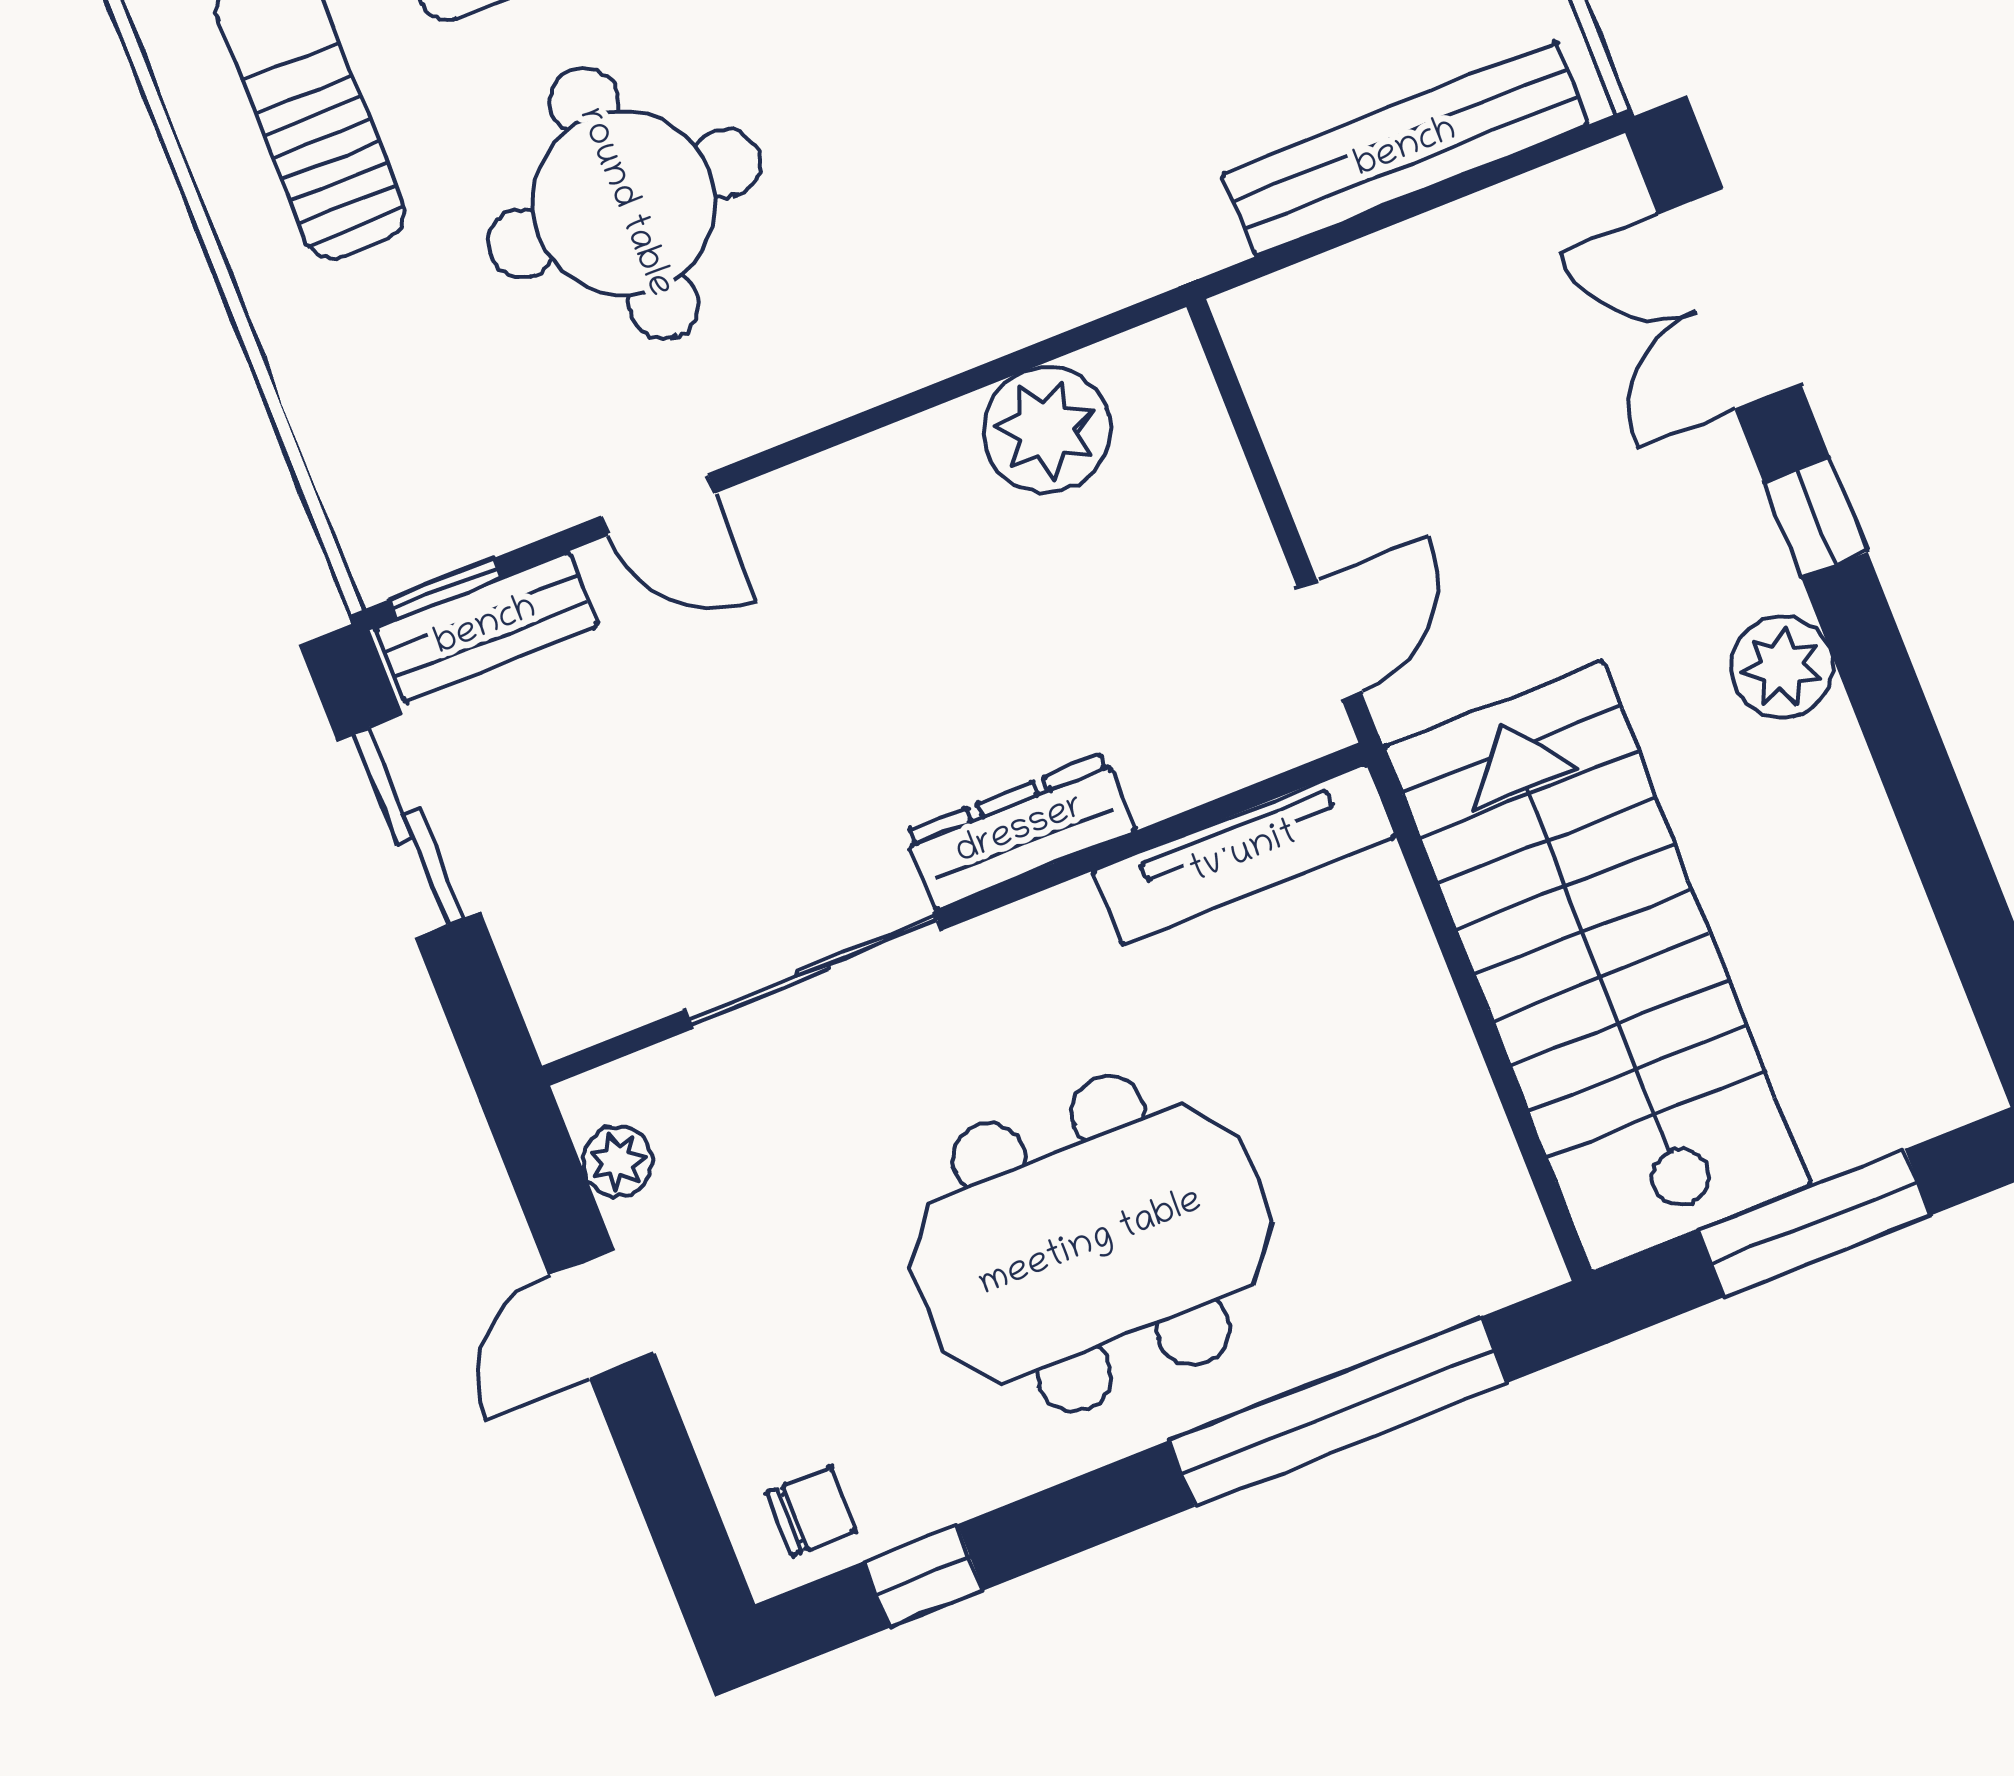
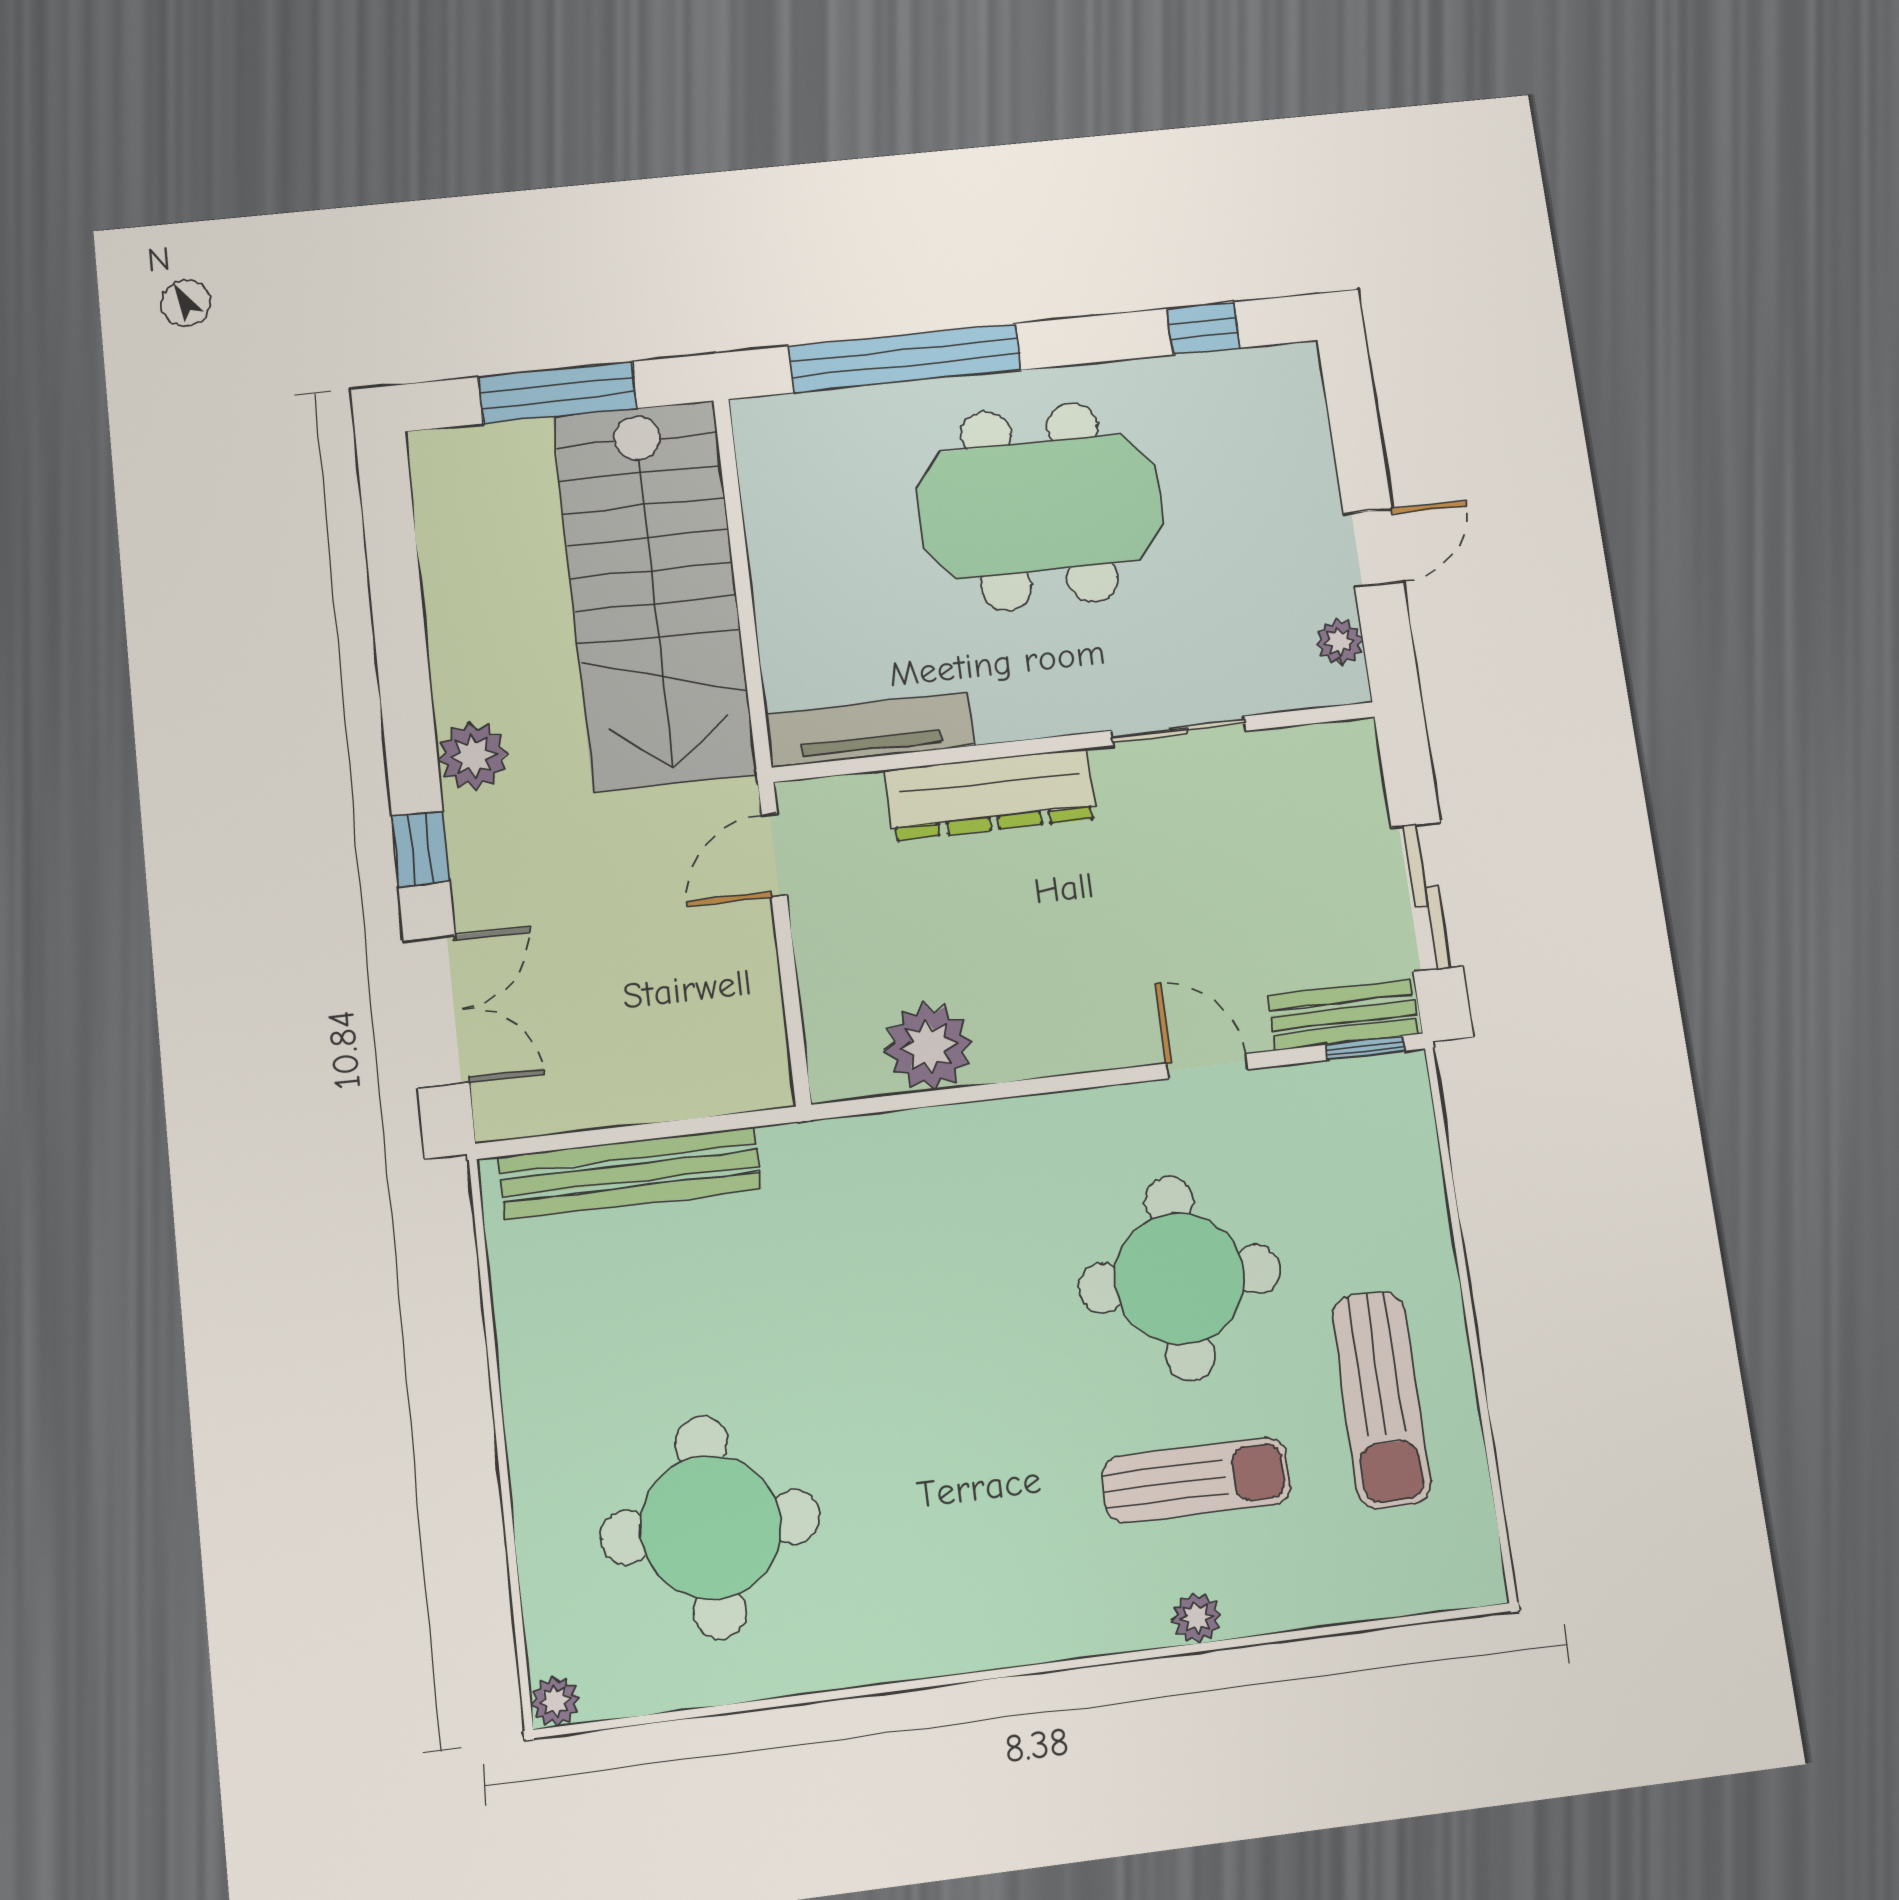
dresser: (1020, 831) -> (991, 794), width x1.37, depth x1.24
sliding door: (813, 970) -> (1179, 731), width x0.73
chair: (811, 1511) -> (1266, 388), removed

